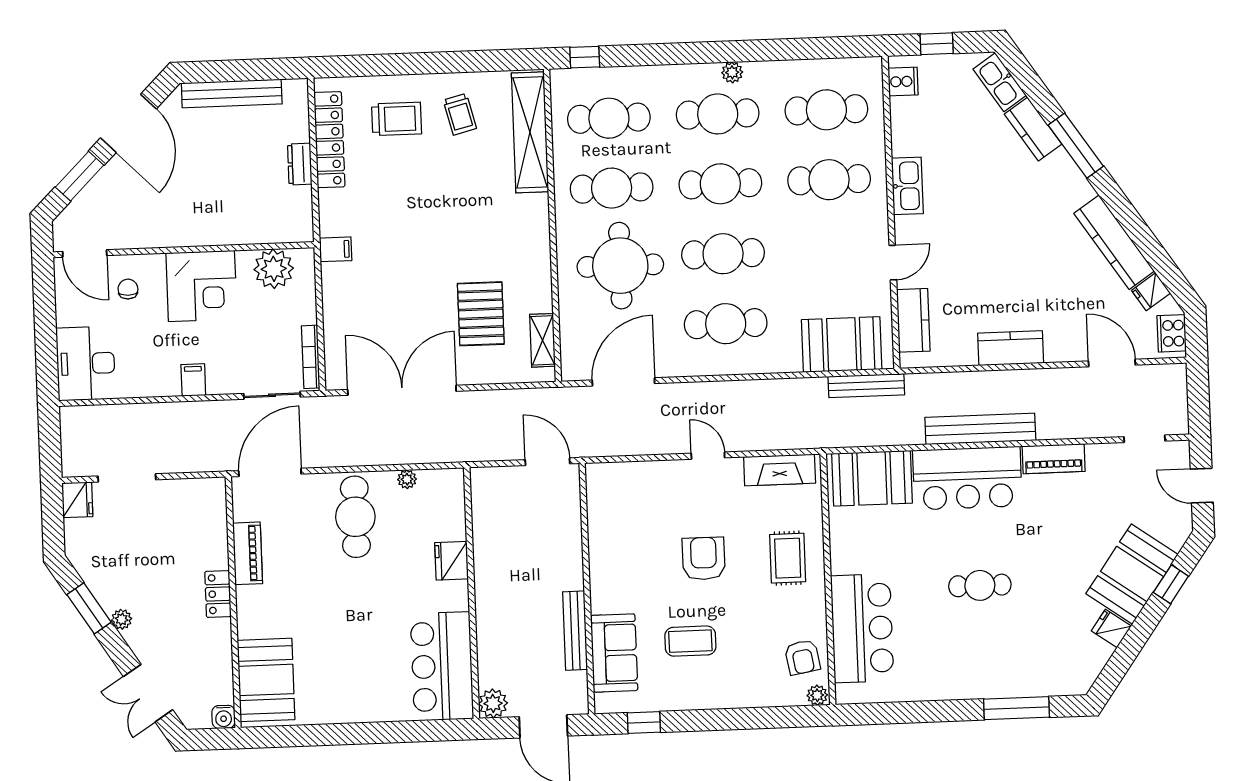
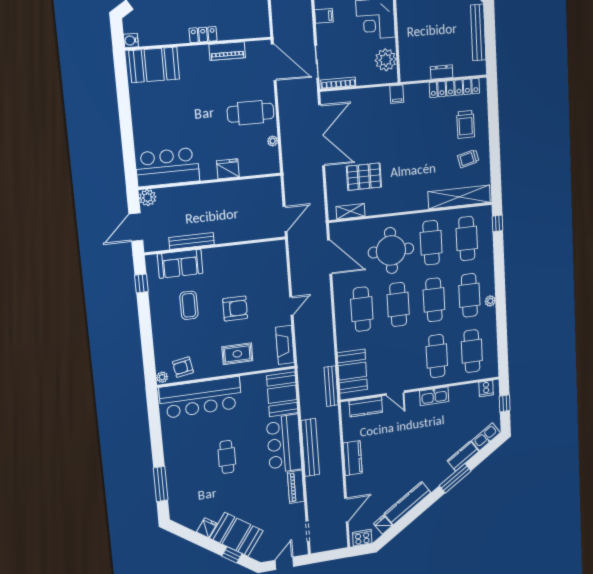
bar counter: (862, 628) -> (201, 398), width x1.36

